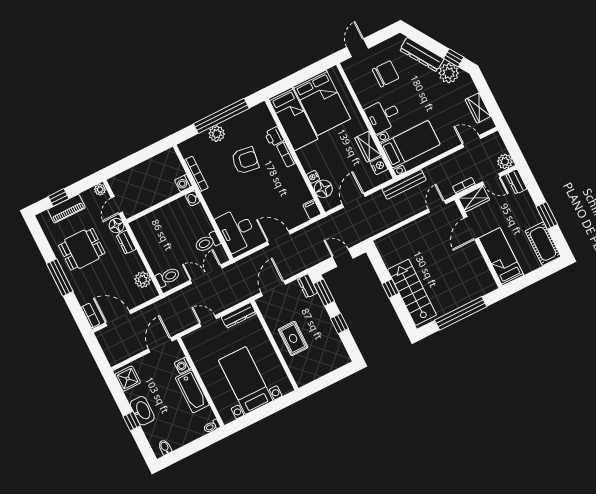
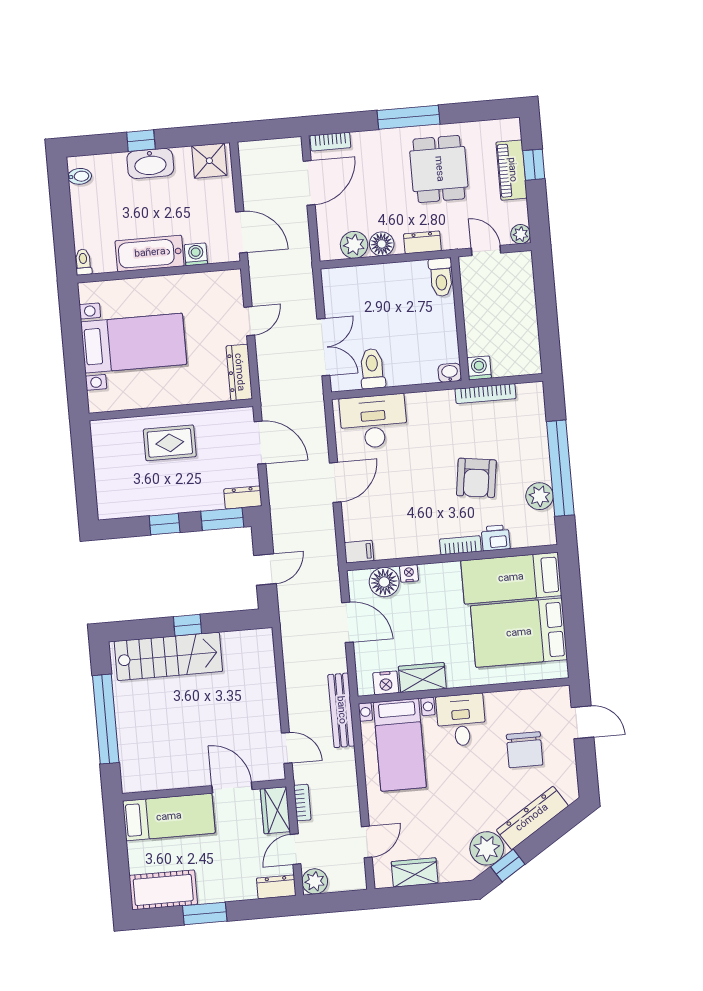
plant: (217, 134) -> (540, 496), moved
floor lamp: (116, 226) -> (382, 244), moved
toilet: (168, 277) -> (441, 277), moved

